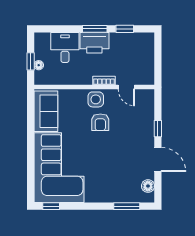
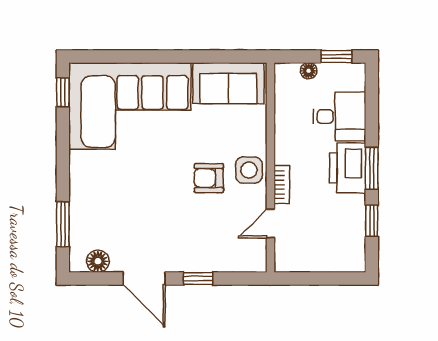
window: (31, 61) -> (336, 57), moved
door: (158, 160) -> (144, 279), hinge flipped

